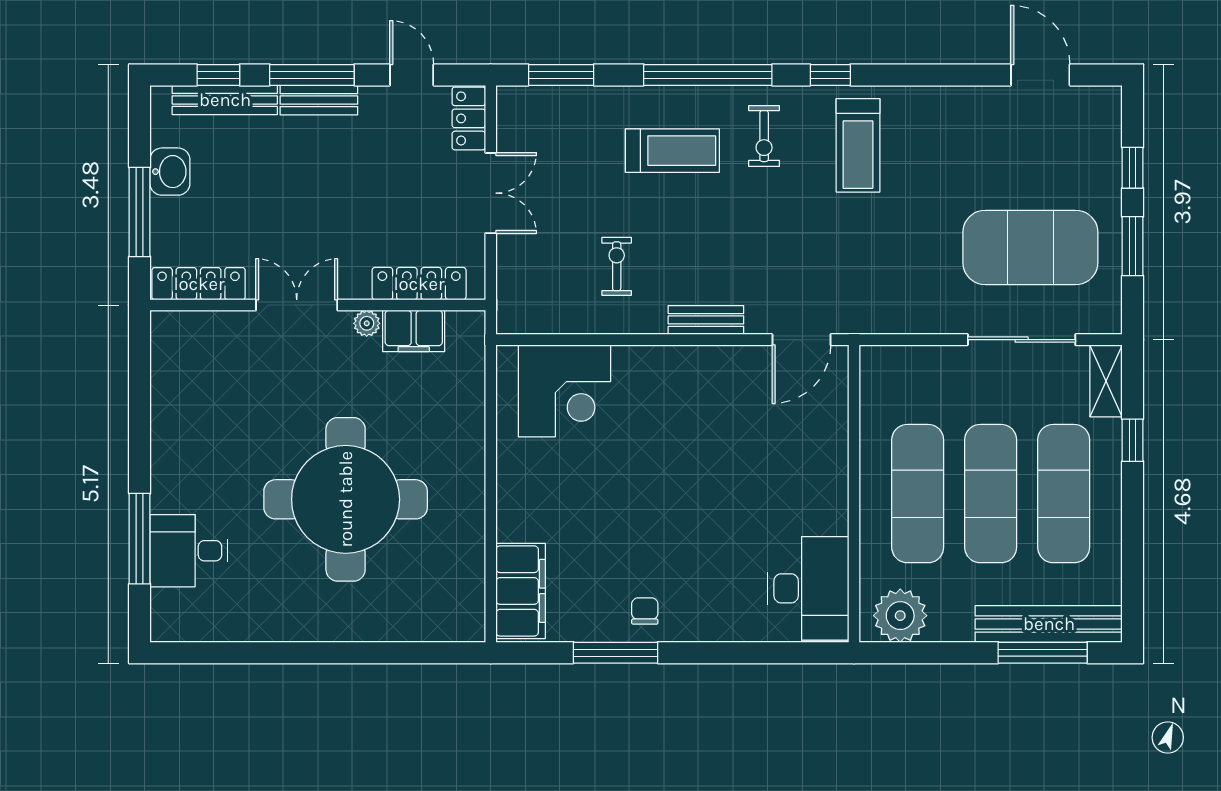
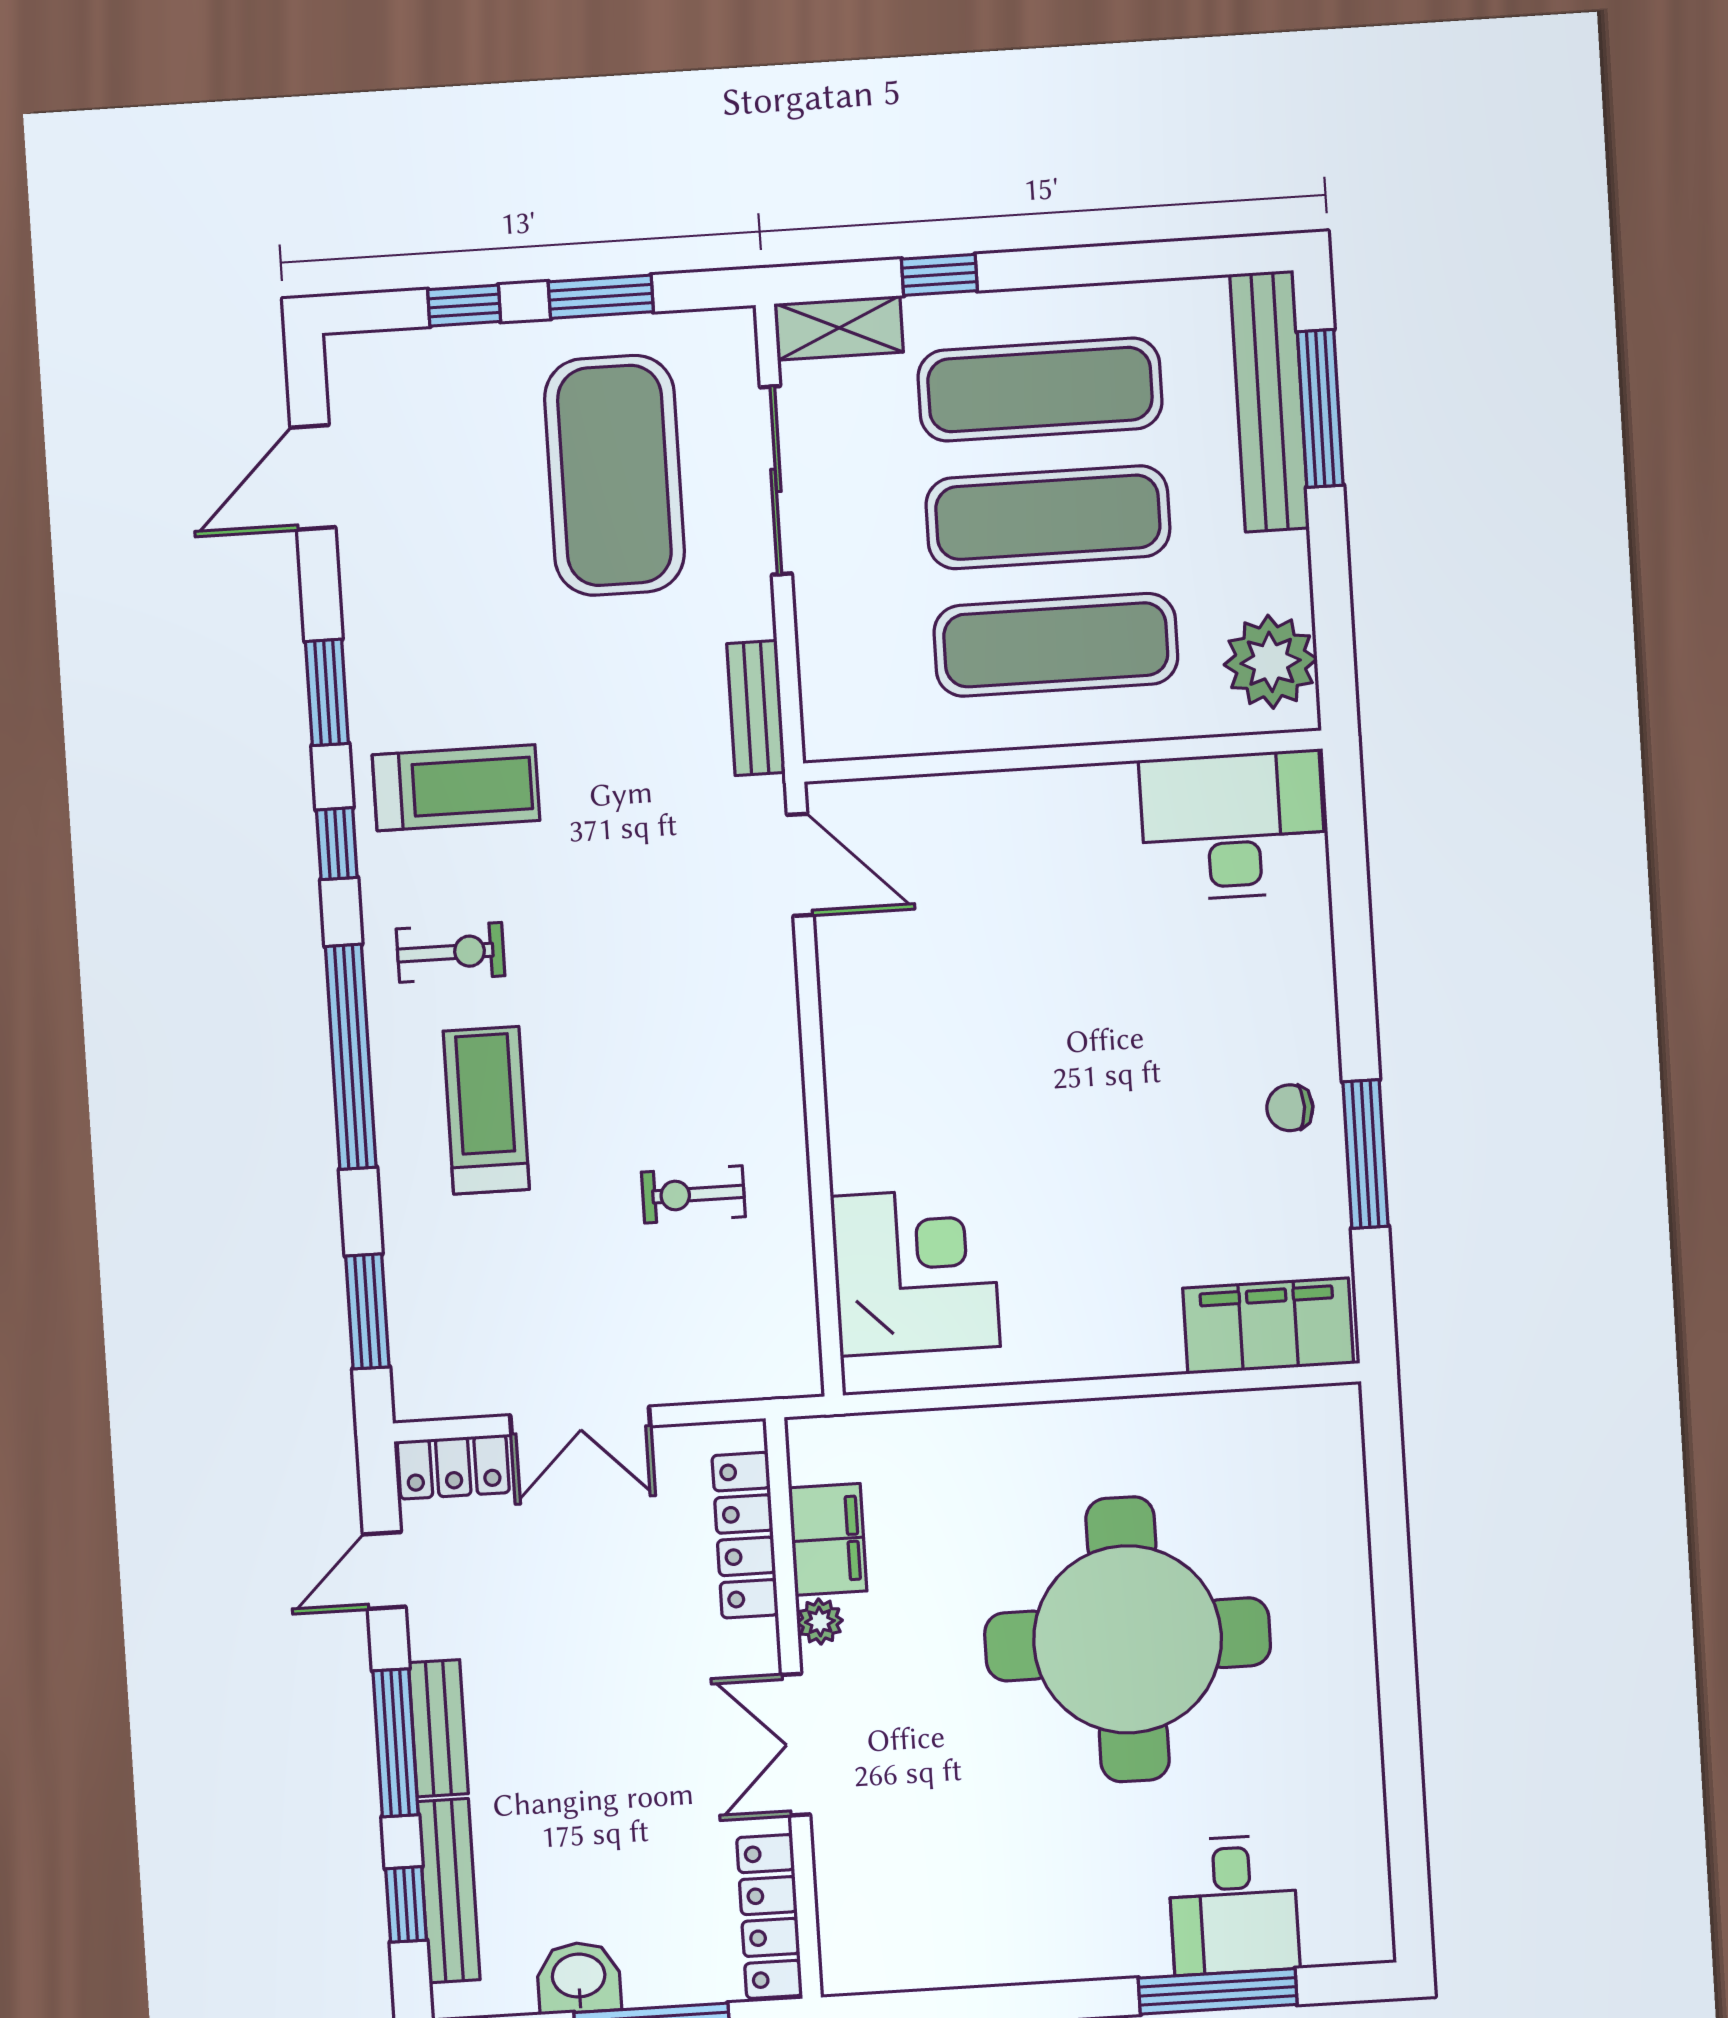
window: (917, 75) -> (327, 692), added
double door: (491, 193) -> (580, 1421), swing flipped
bench: (706, 320) -> (756, 708), moved

